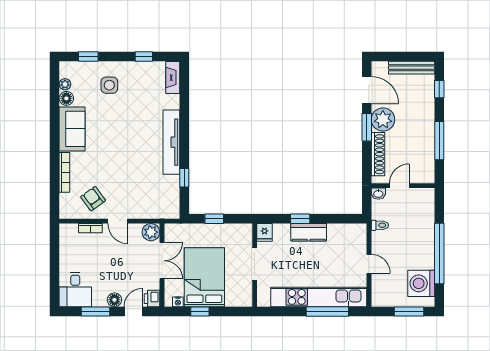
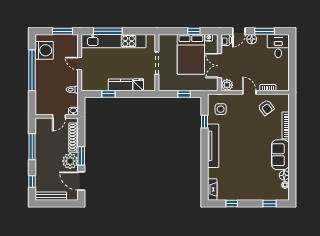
side table: (109, 85) -> (221, 109), moved
window: (300, 219) -> (109, 94), moved
fridge: (265, 232) -> (138, 85), moved
window: (409, 311) -> (63, 31), moved

